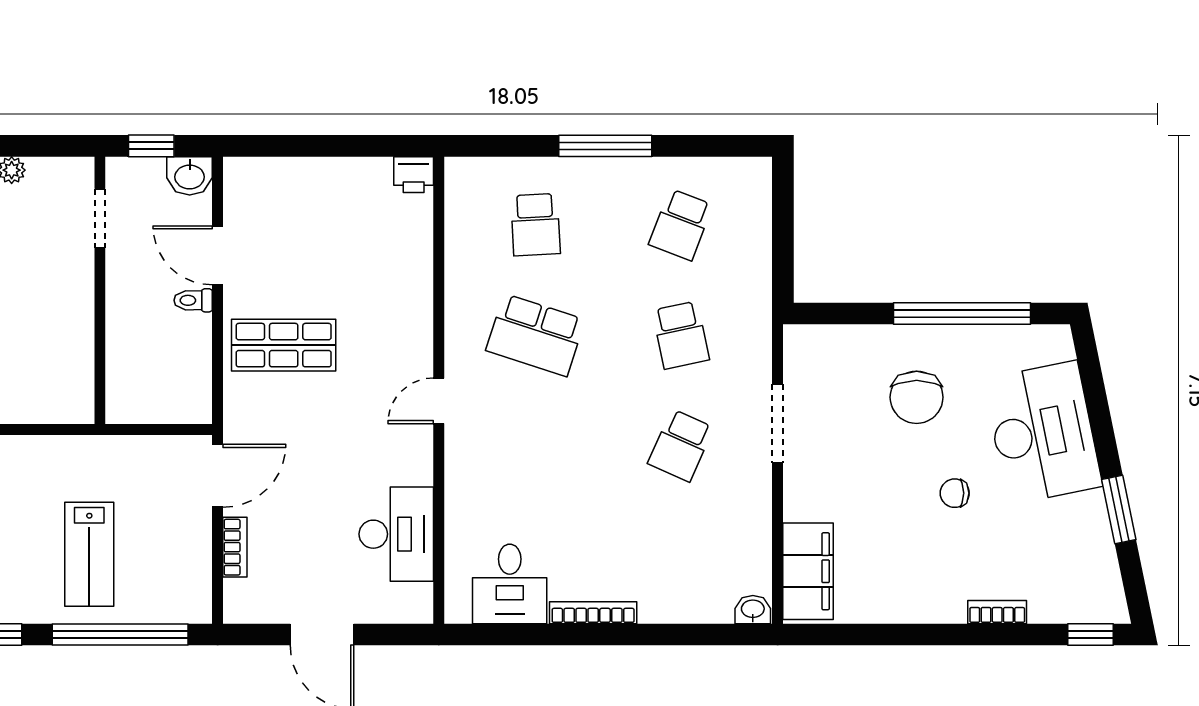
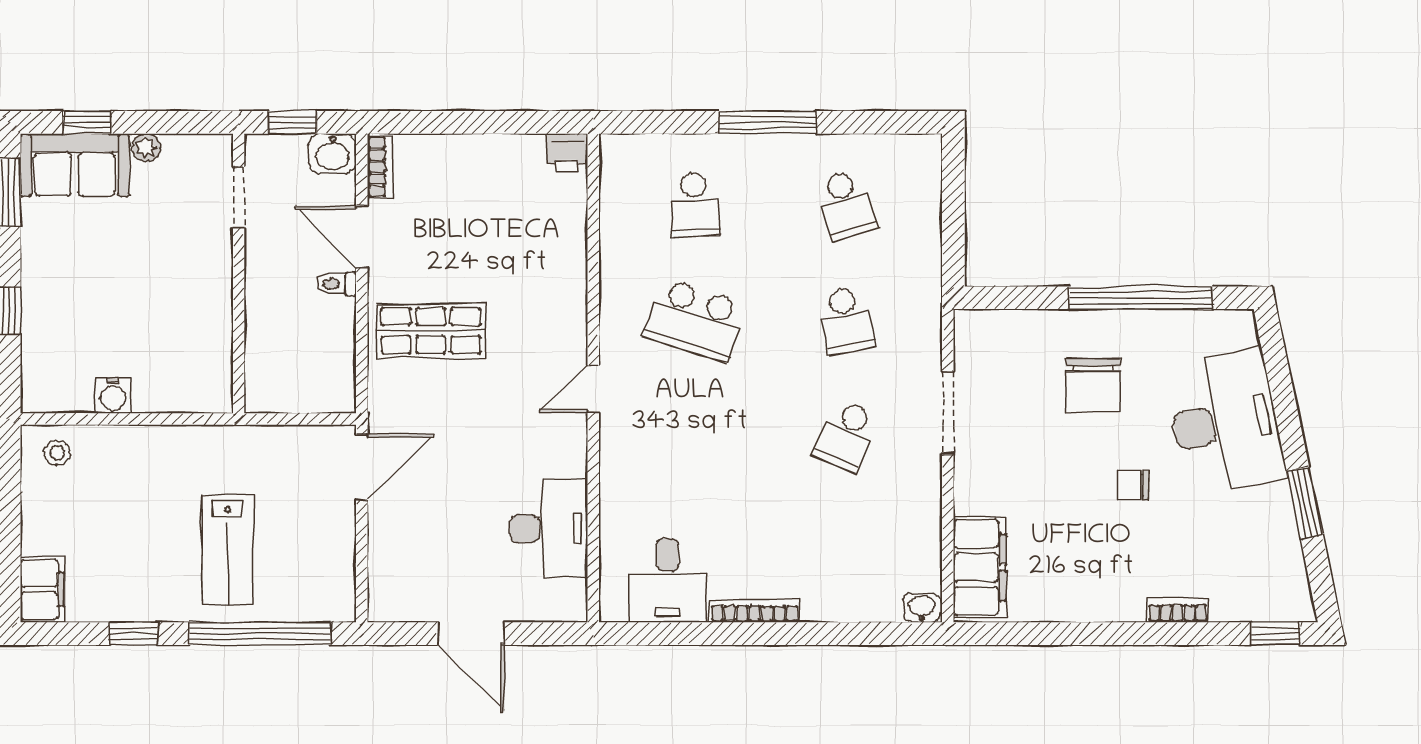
school desk: (681, 225) -> (846, 205), turned -39
bookcase: (235, 547) -> (380, 167), moved

